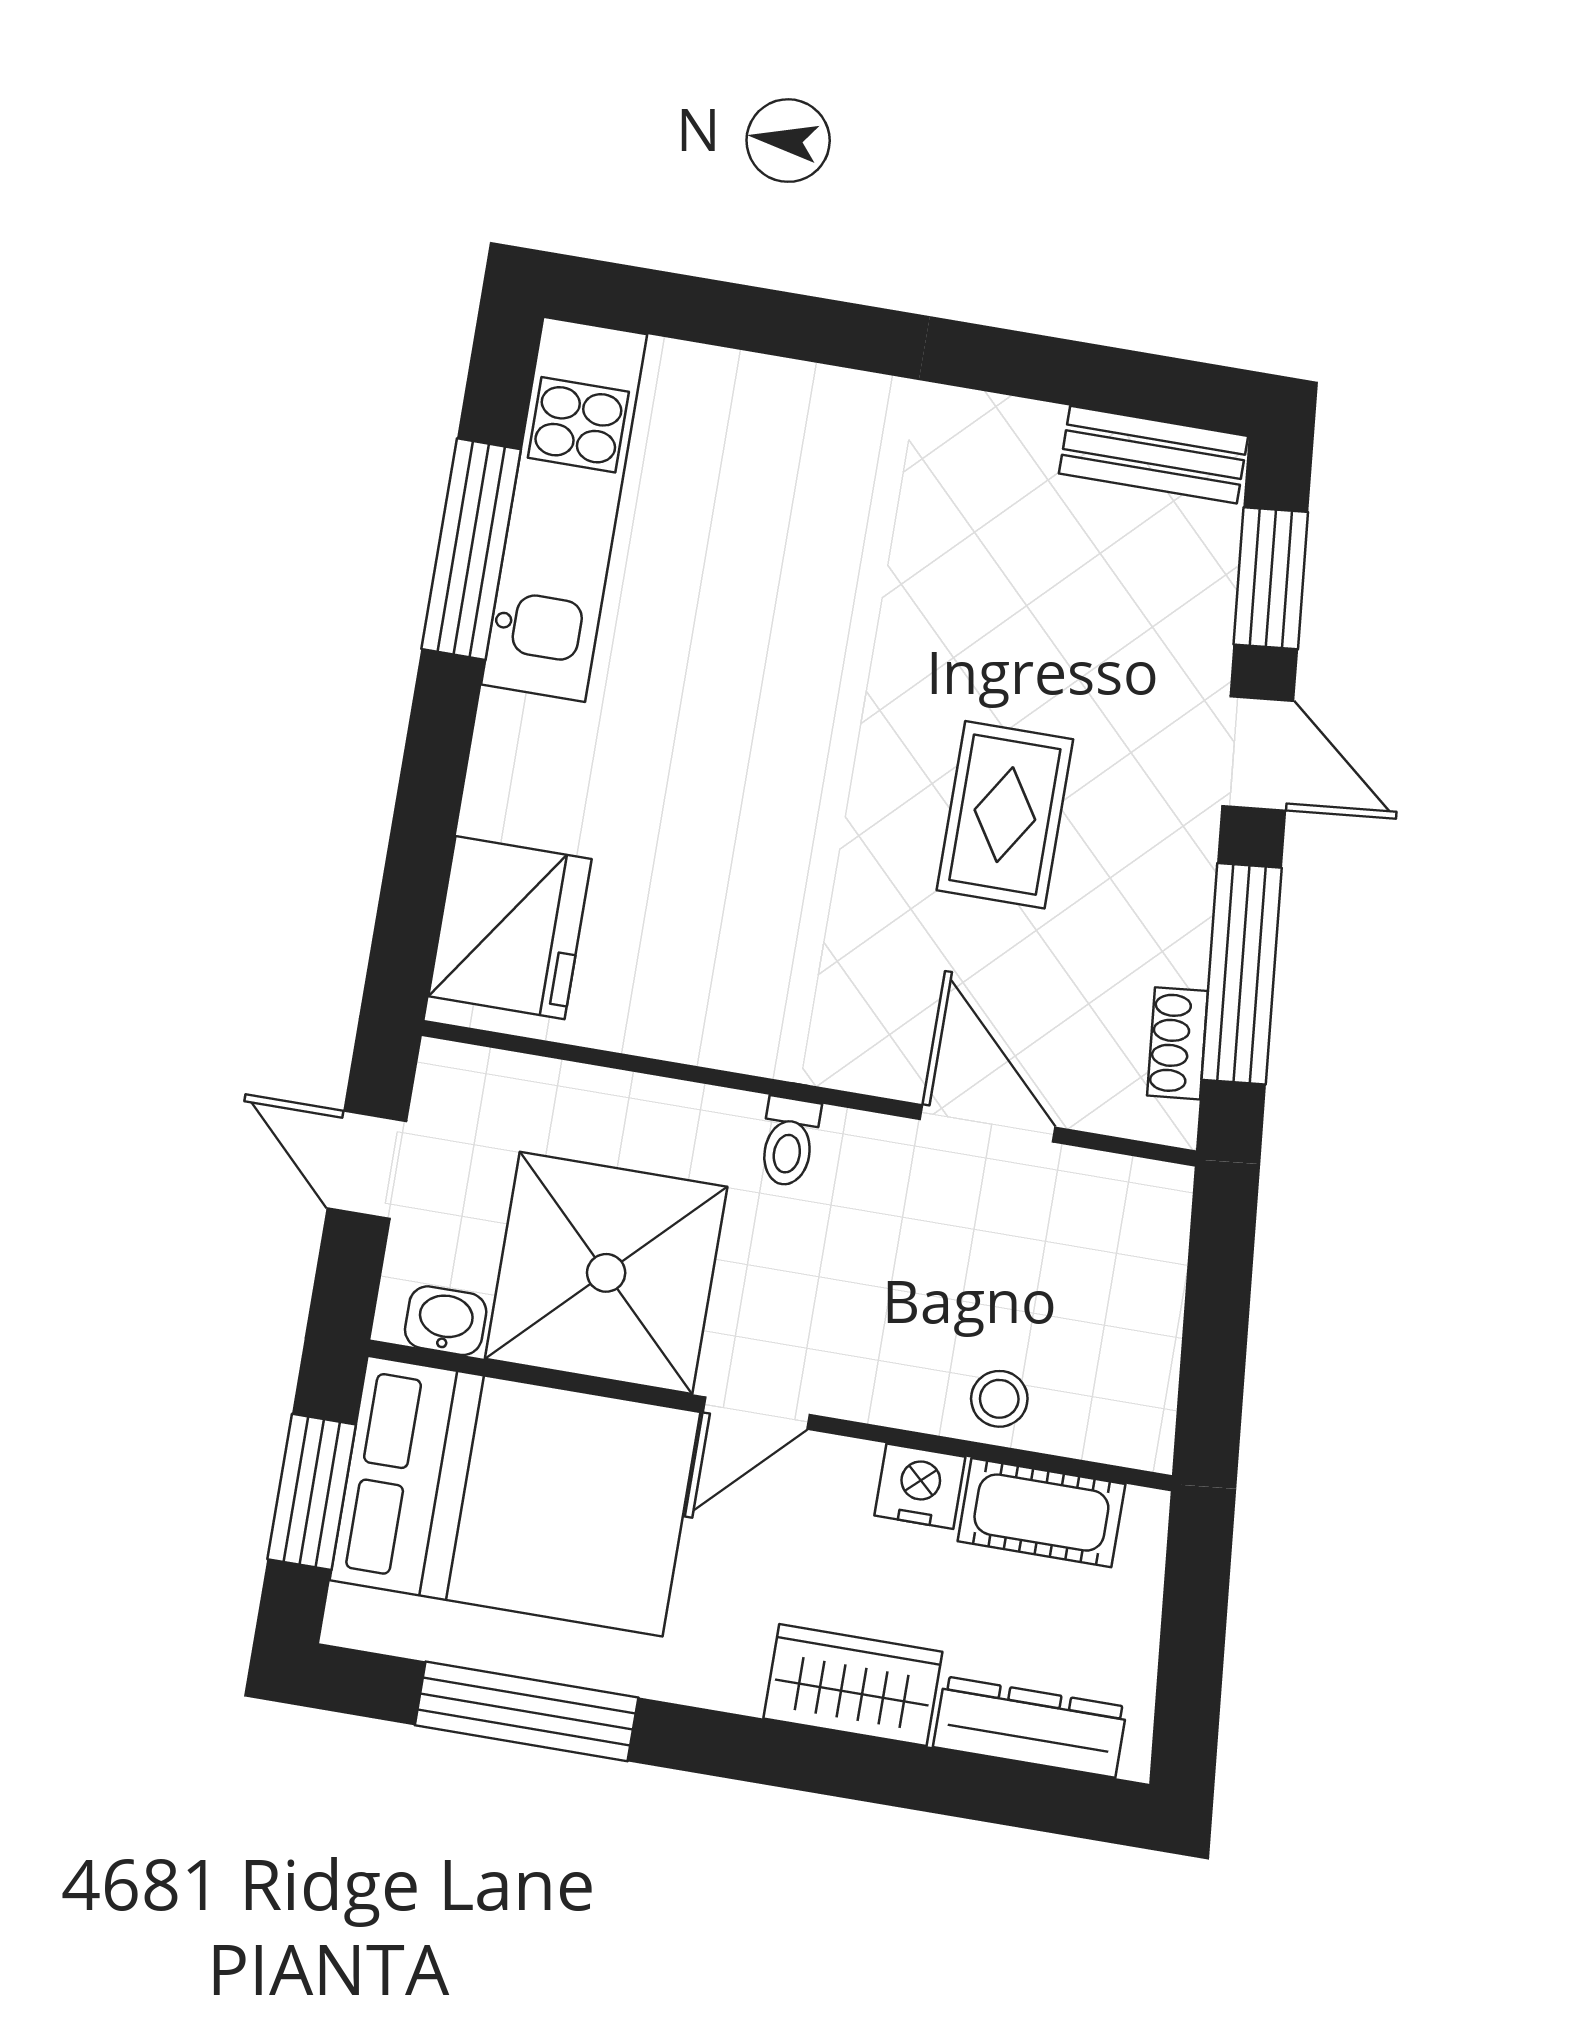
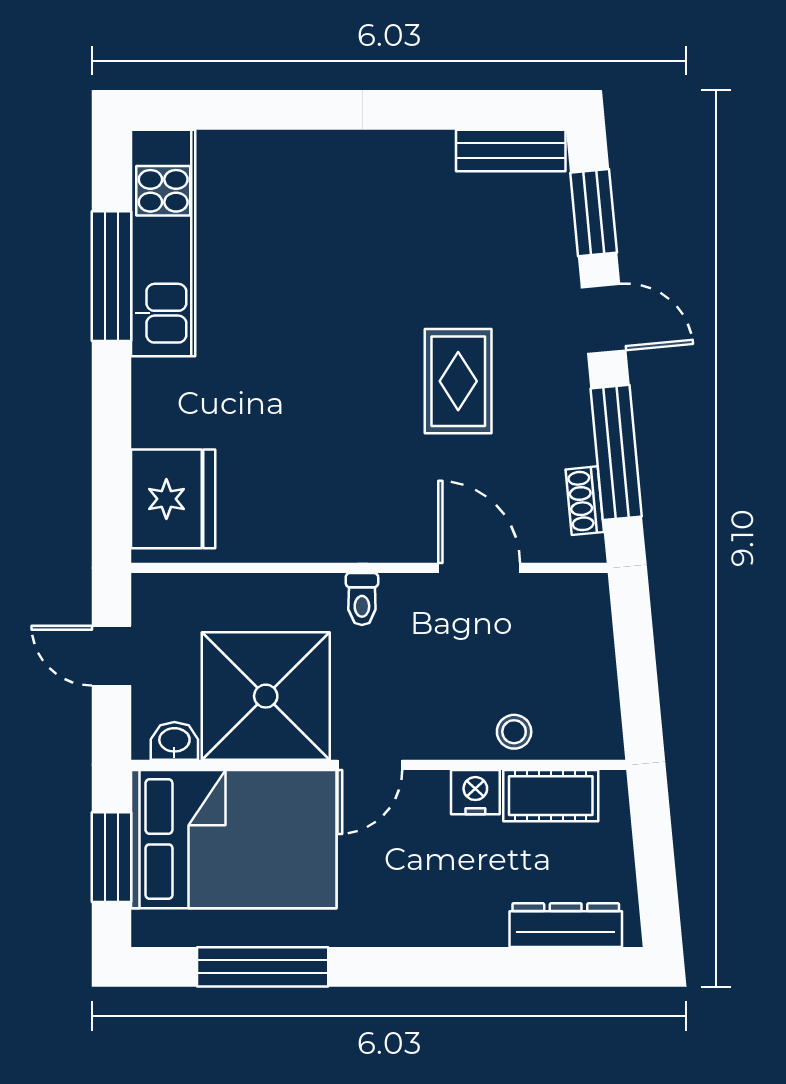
wardrobe: (853, 1685) -> (455, 918), removed

